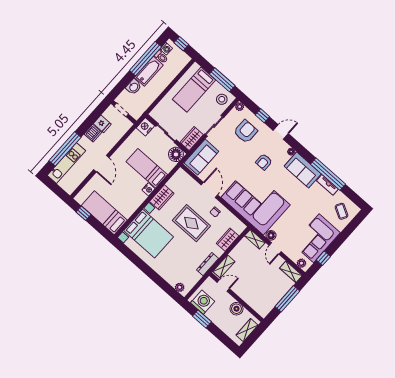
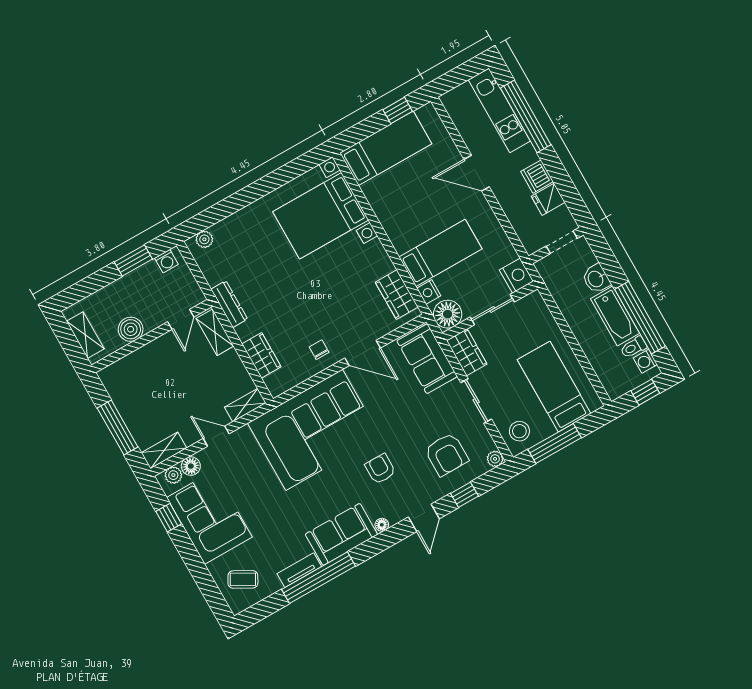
nightstand: (149, 189) -> (429, 292), moved
wardrobe: (162, 197) -> (397, 295), moved
rug: (191, 223) -> (313, 300), removed
floor lamp: (271, 235) -> (191, 466), moved
washing machine: (203, 302) -> (166, 261), width x0.53, depth x0.53

